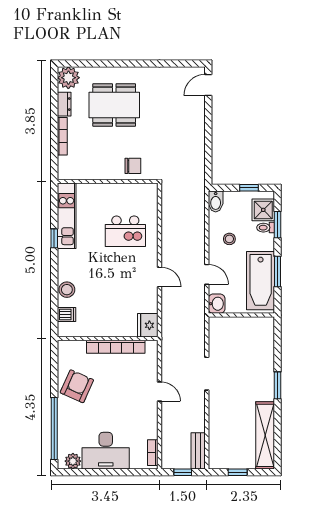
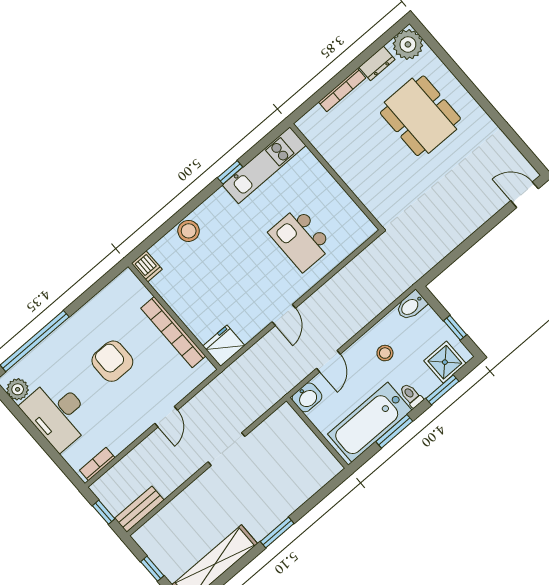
chair: (133, 166) -> (375, 189), removed
toilet: (266, 228) -> (411, 395), moved
dishwasher: (66, 314) -> (147, 266), moved
armchair: (77, 386) -> (112, 361), moved, turned -114

